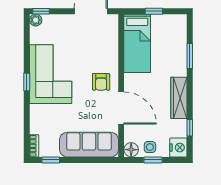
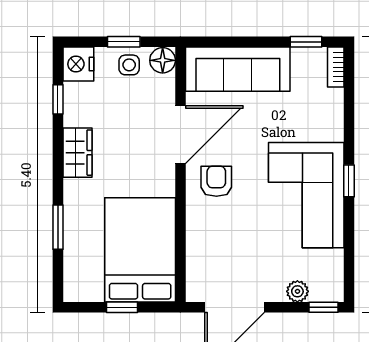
plant: (36, 20) -> (297, 291), moved
bed: (137, 43) -> (140, 250), width x1.50
wardrobe: (179, 98) -> (77, 153), width x0.67
door: (121, 108) -> (180, 135), swing flipped

